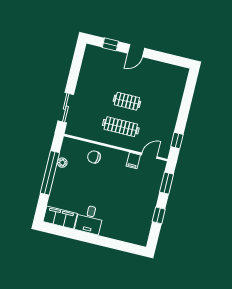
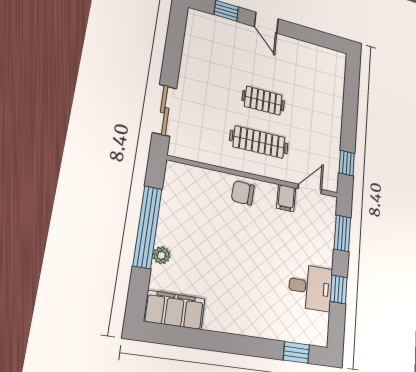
door: (136, 51) -> (266, 23), hinge flipped
chair: (94, 157) -> (243, 193), moved
plant: (62, 163) -> (161, 255), moved
desk: (89, 219) -> (310, 287), moved, turned -90
window: (127, 247) -> (296, 352), added

